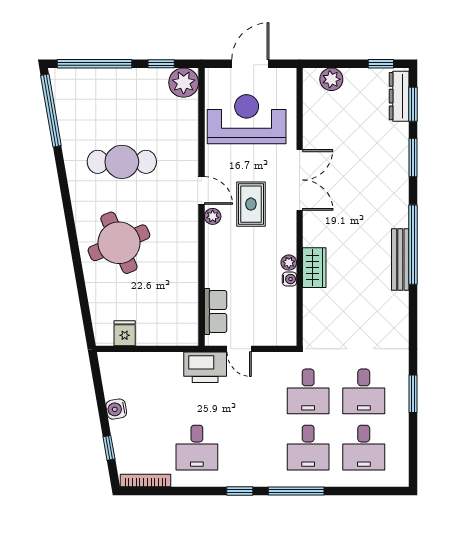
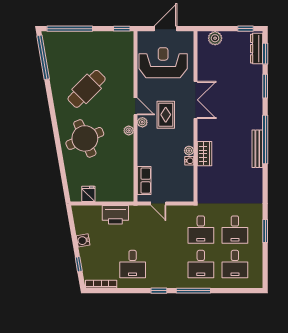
window: (161, 64) -> (122, 29), moved
plant: (184, 83) -> (129, 130), moved, width x0.53, depth x0.53
cafe table: (122, 162) -> (87, 89), turned -45
printer: (205, 367) -> (115, 215), moved

